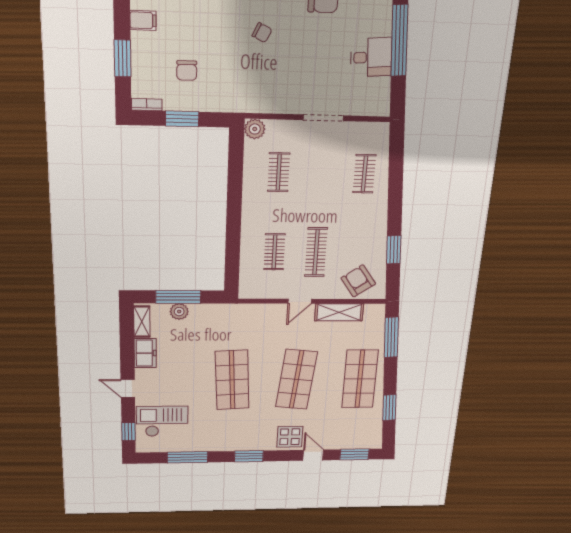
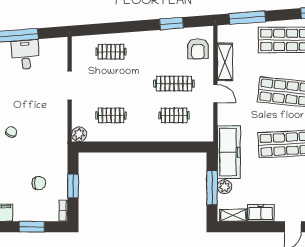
armchair: (358, 281) -> (198, 49), turned -55
freezer: (224, 316) -> (229, 152), added

